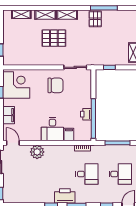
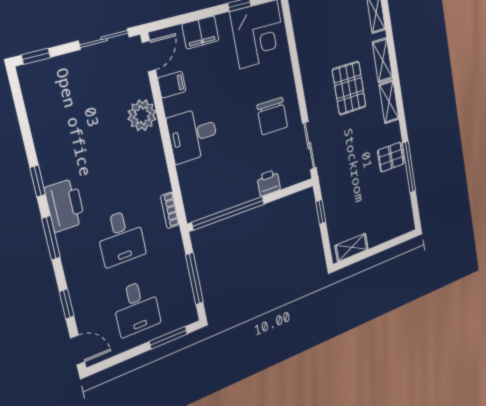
printer: (86, 114) -> (269, 183), moved
filing cabinet: (69, 135) -> (172, 85), moved

